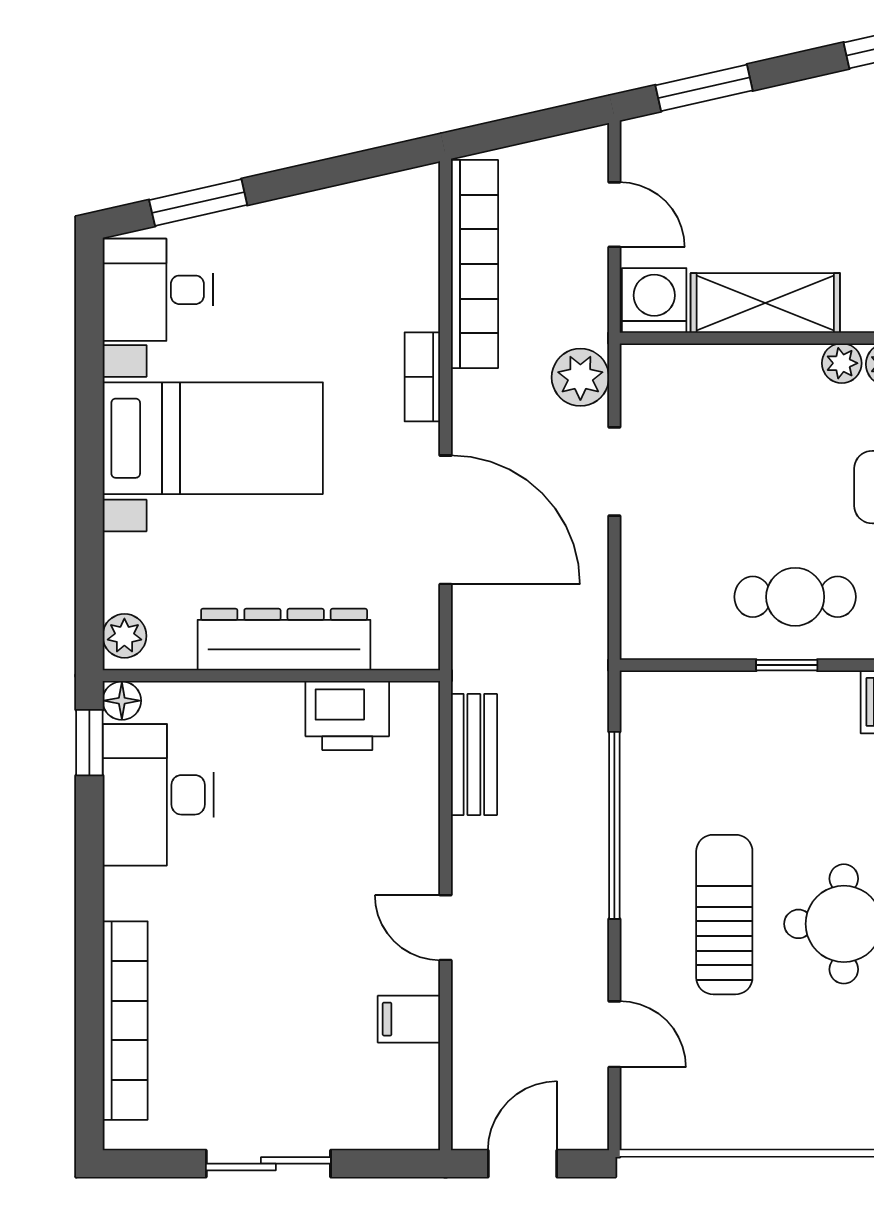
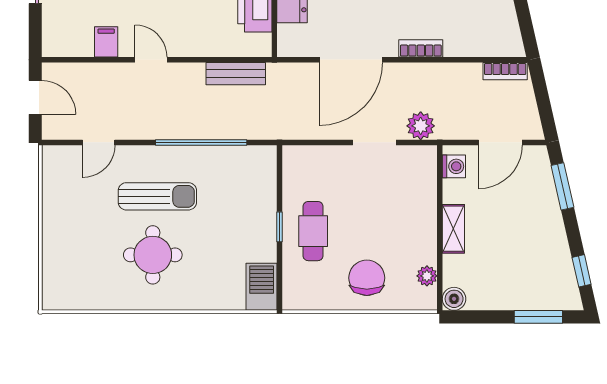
door: (614, 215) -> (500, 142), width x1.38
bookcase: (474, 264) -> (505, 71), width x0.43, depth x0.76
washing machine: (654, 300) -> (454, 166), width x0.73, depth x0.73
shelving: (765, 303) -> (453, 229), width x0.67, depth x0.75
plant: (842, 363) -> (428, 254), removed
door: (445, 928) -> (151, 60), hinge flipped

